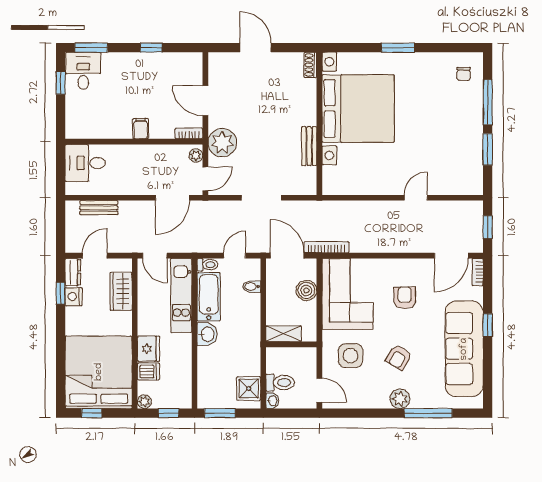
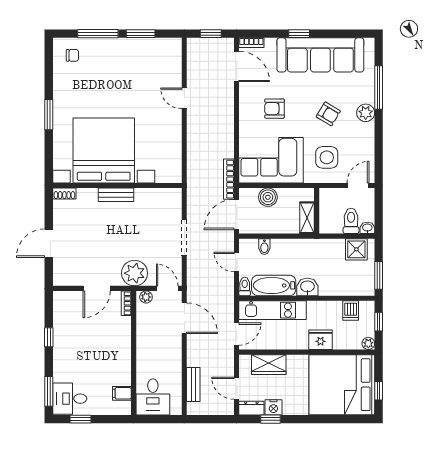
filing cabinet: (141, 129) -> (122, 393), moved
bench: (309, 146) -> (116, 195), moved
dishwasher: (148, 371) -> (351, 311), moved, turned 180

